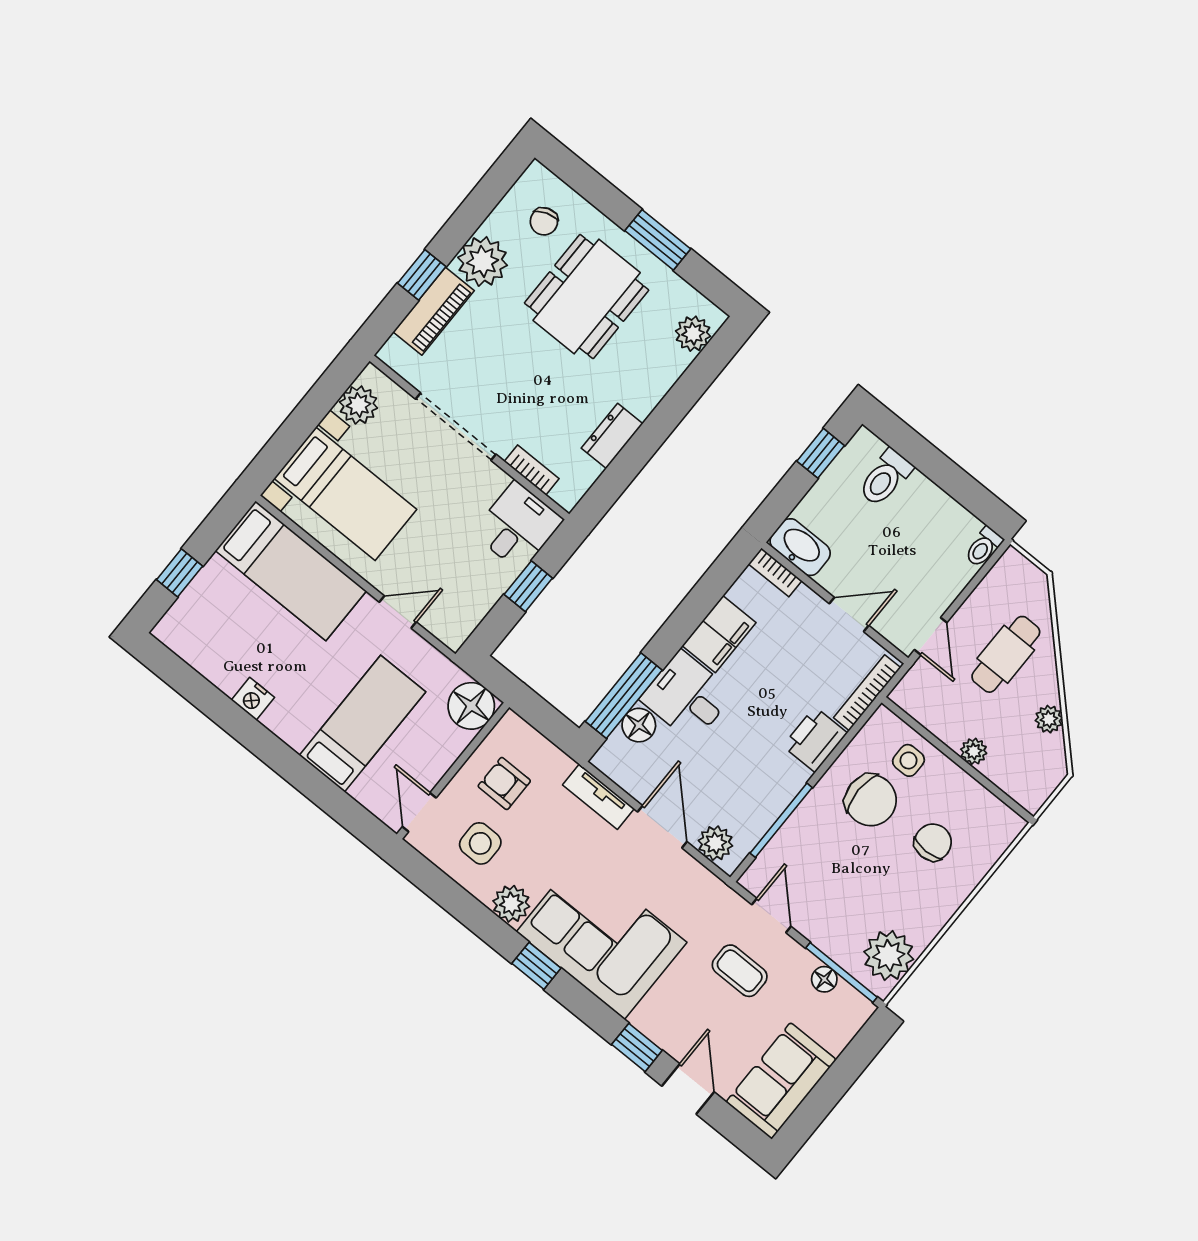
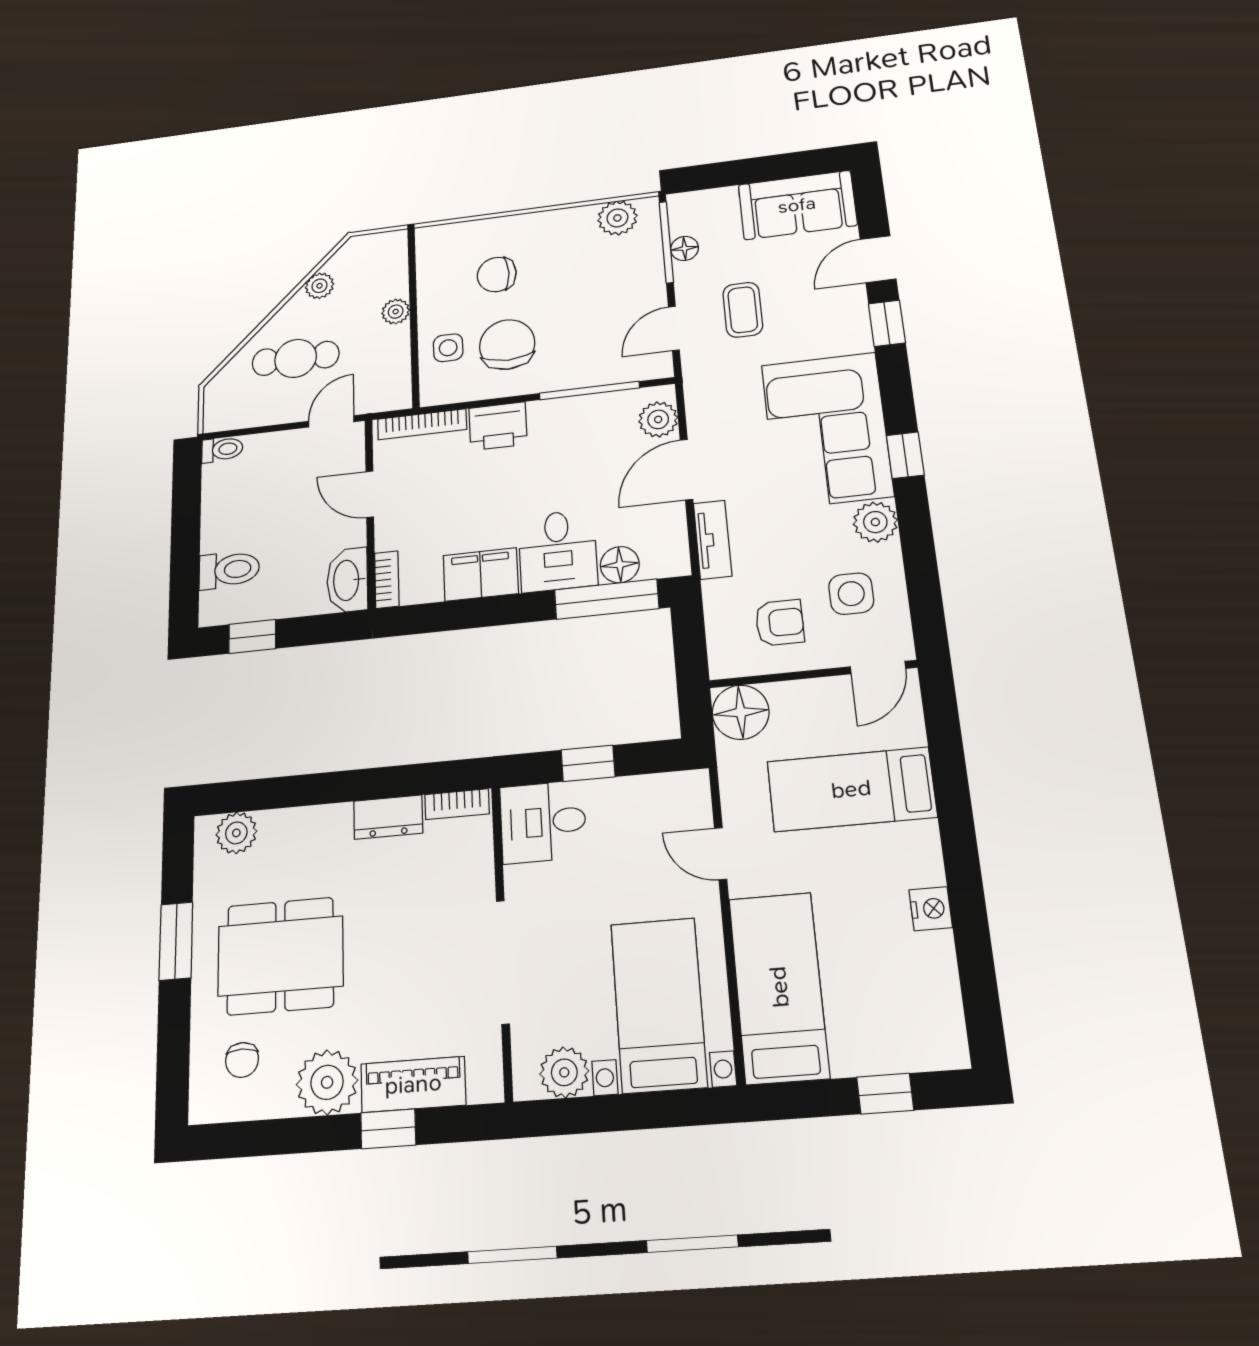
chair: (544, 221) -> (242, 1060), turned 109
bookcase: (532, 470) -> (457, 804), moved, turned -90
armchair: (504, 783) -> (780, 623), turned -90
plant: (889, 956) -> (617, 218), width x0.73, depth x0.73

